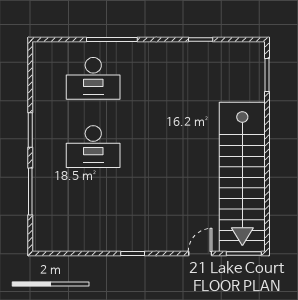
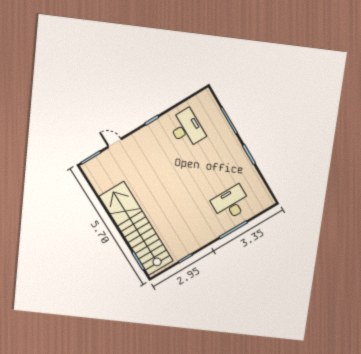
desk: (93, 147) -> (186, 129), moved, turned 90
stairs: (242, 177) -> (136, 229), moved
door: (200, 254) -> (115, 143), swing flipped

